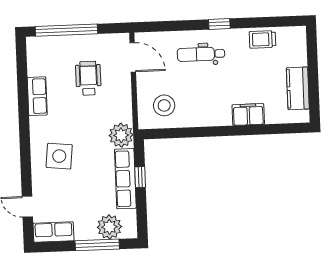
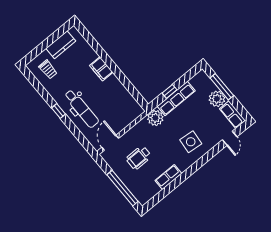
trolley: (263, 39) -> (48, 70), moved
dental chair: (201, 54) -> (81, 109), width x1.36, depth x1.38
stool: (164, 105) -> (123, 107), removed
filing cabinet: (248, 114) -> (101, 69), moved
plant: (109, 227) -> (217, 99), moved

